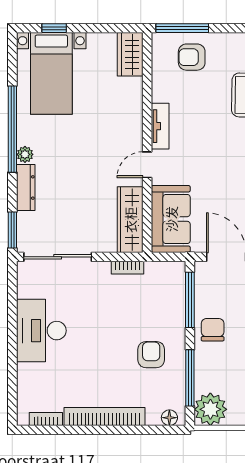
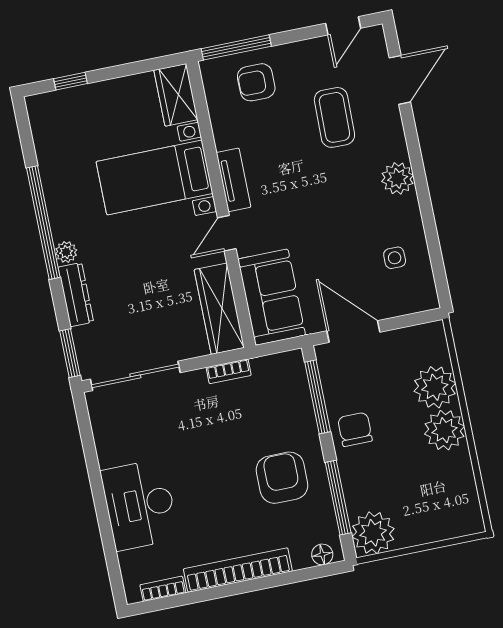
bed with nightstands: (51, 73) -> (155, 177), moved, turned 90
desk: (41, 331) -> (140, 505), moved
armchair: (151, 355) -> (282, 478), width x1.38, depth x1.38

